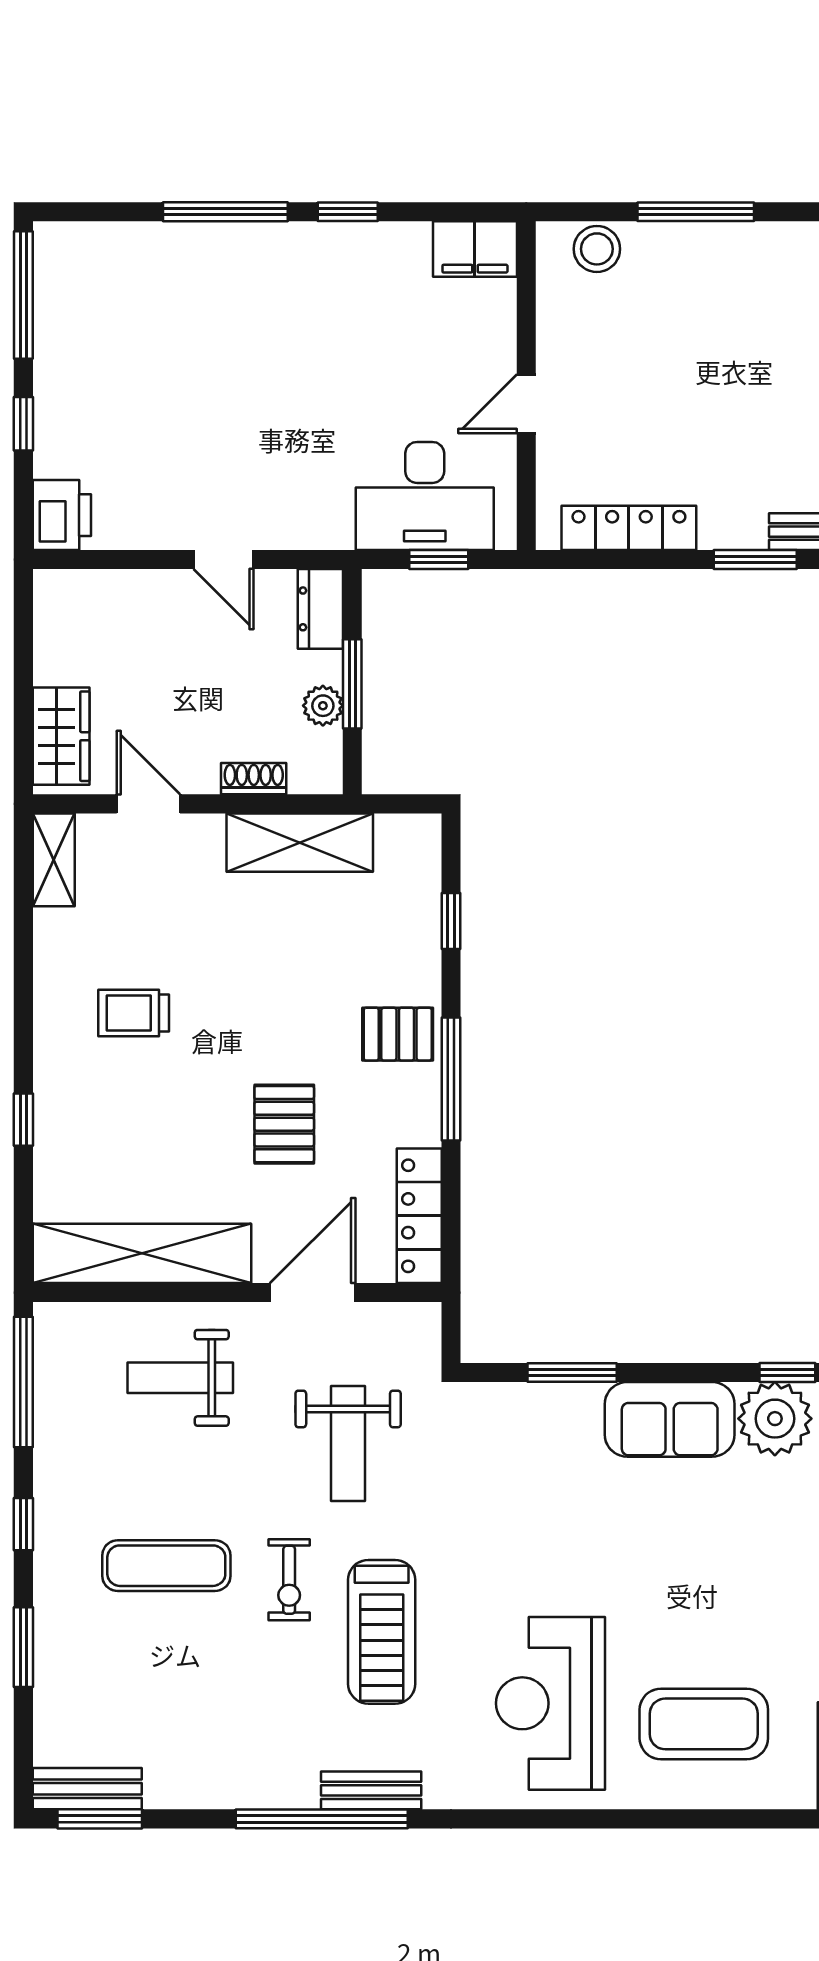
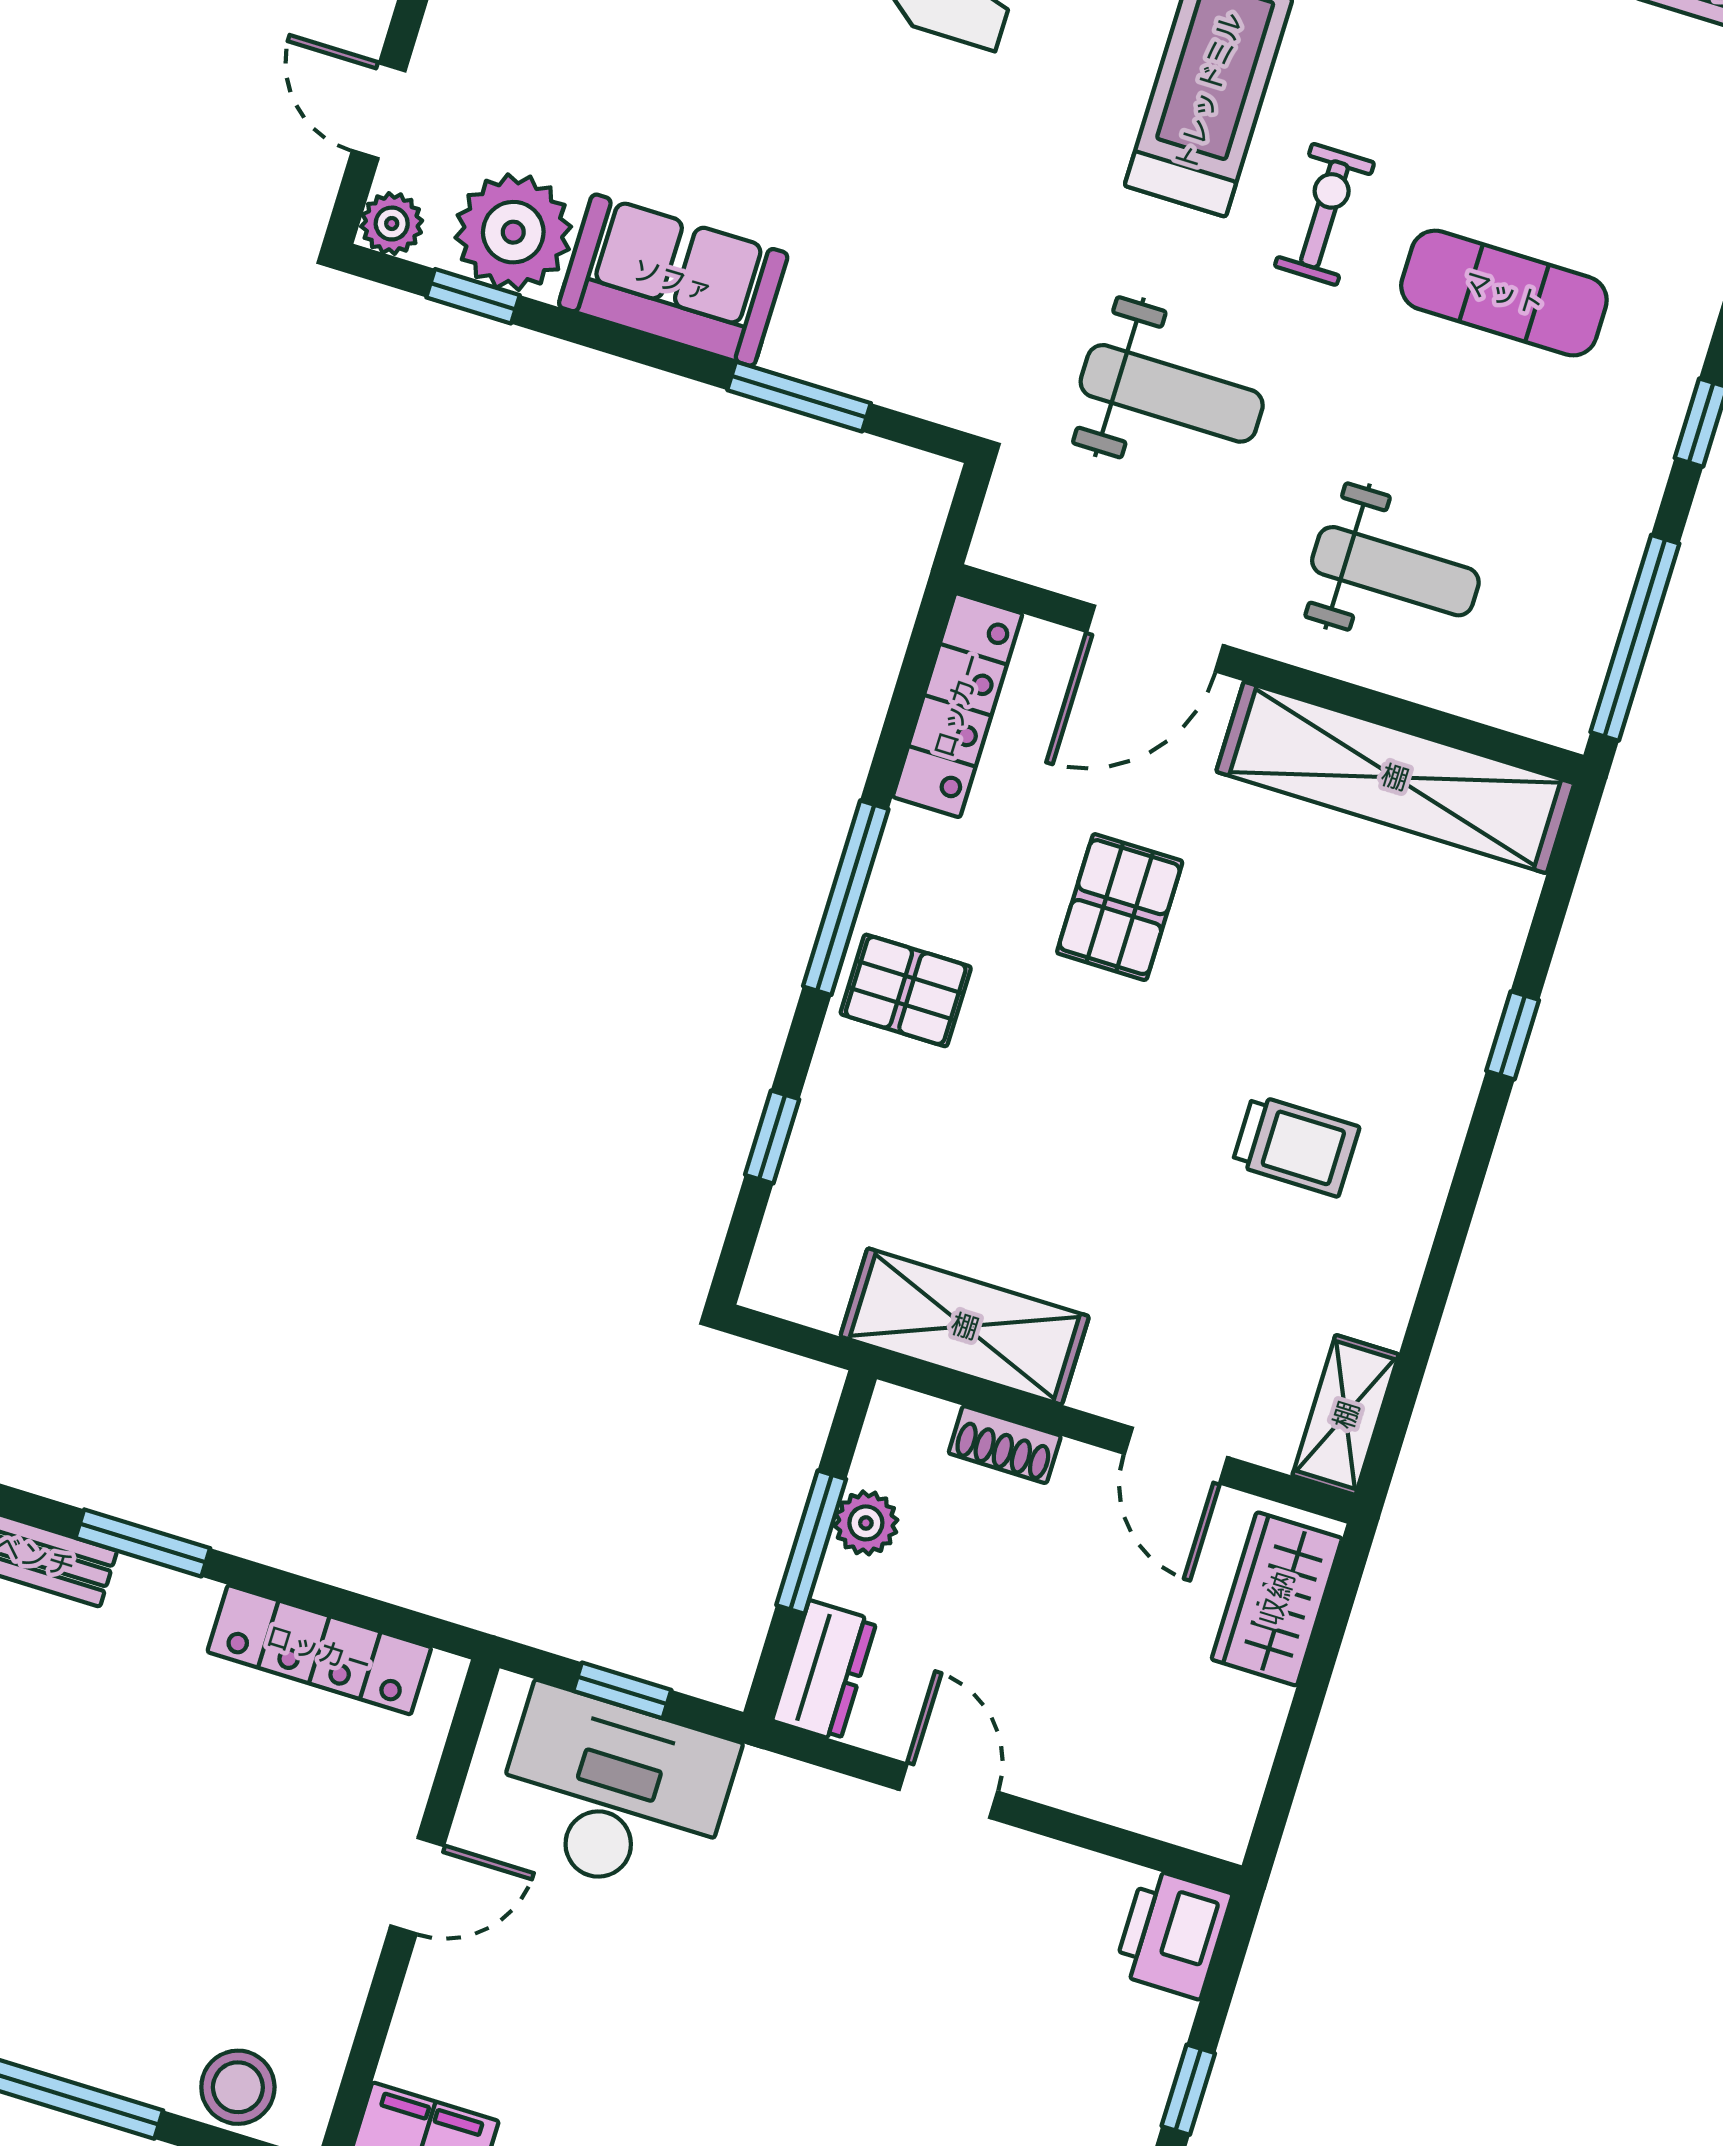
weight bench: (348, 1444) -> (1172, 393), turned 90

